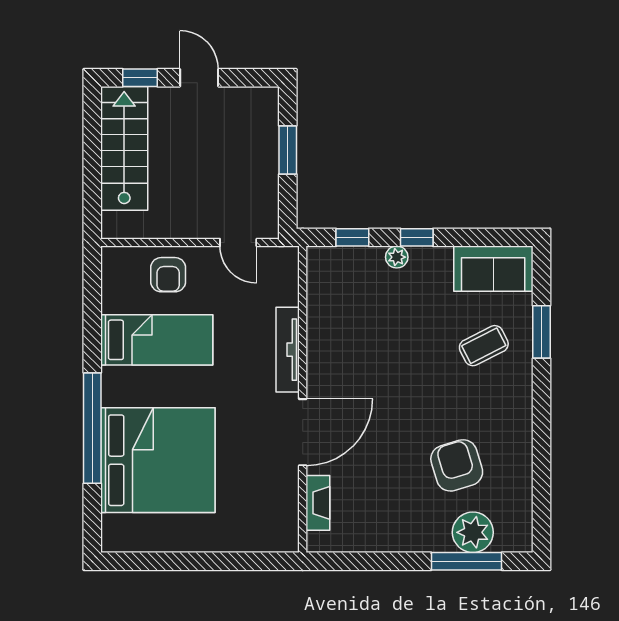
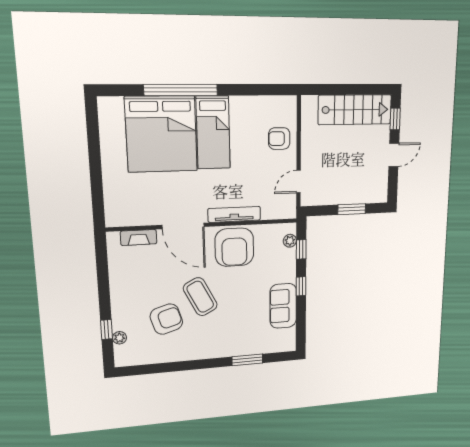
plant: (397, 257) -> (290, 241), moved
sofa: (493, 269) -> (283, 306), moved
bed: (157, 340) -> (213, 132), moved
coffee table: (484, 346) -> (200, 297), moved, width x1.36, depth x1.30
armchair: (342, 350) -> (234, 247), added
plant: (473, 532) -> (119, 338), width x0.53, depth x0.53
window: (466, 561) -> (107, 330), width x0.46

